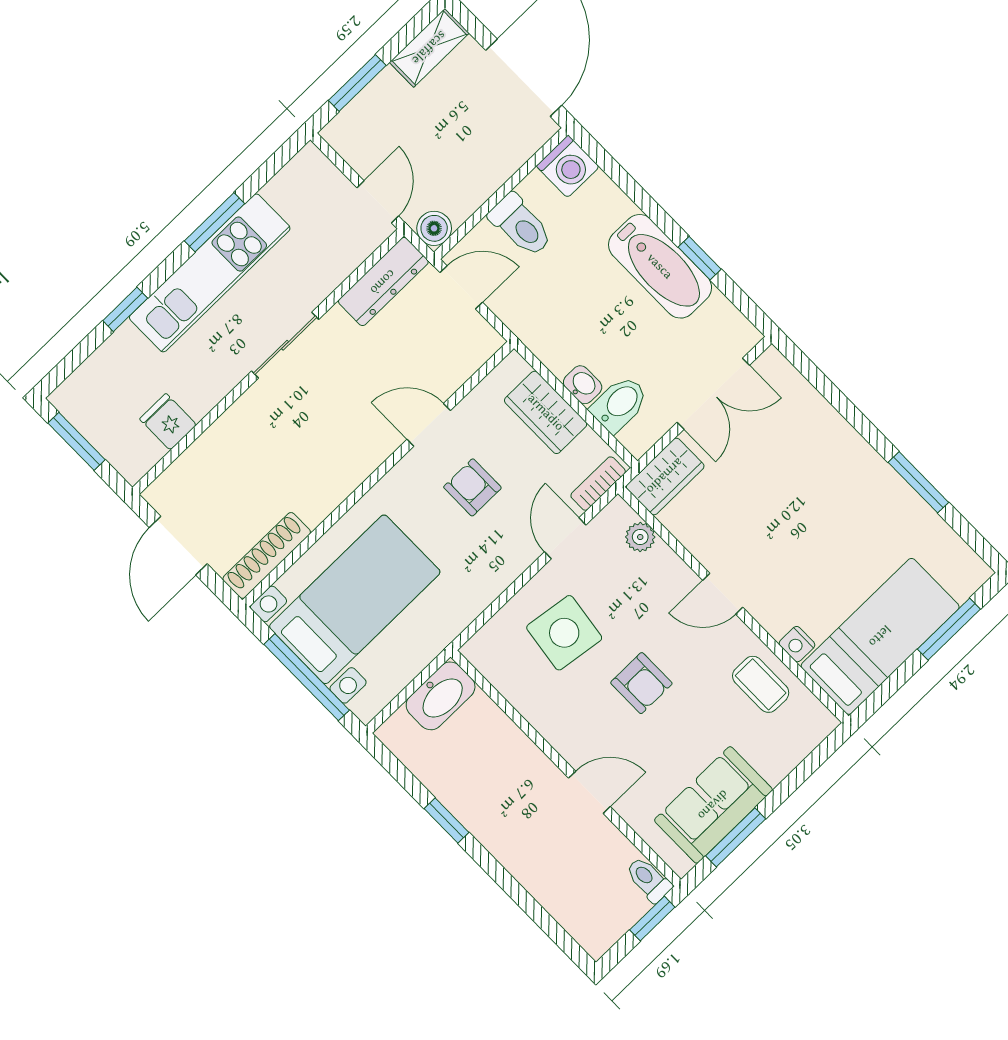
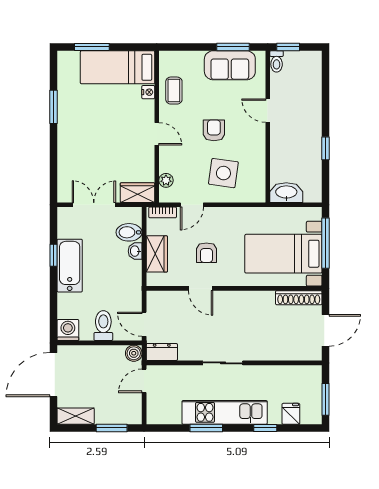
dresser: (383, 282) -> (162, 352), width x0.70
fridge: (168, 422) -> (291, 414), moved, turned 180

